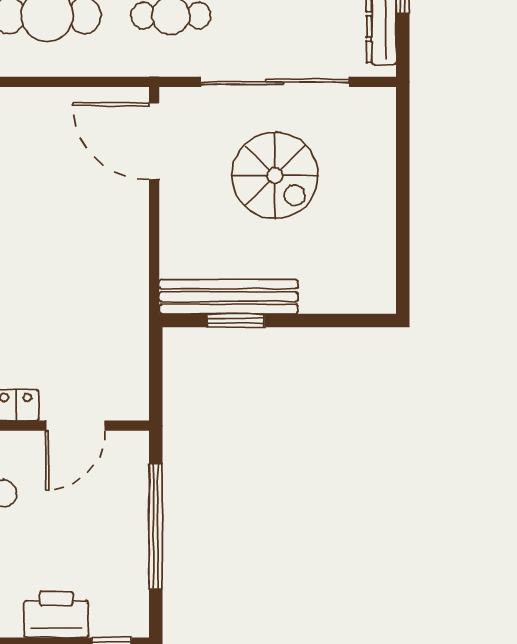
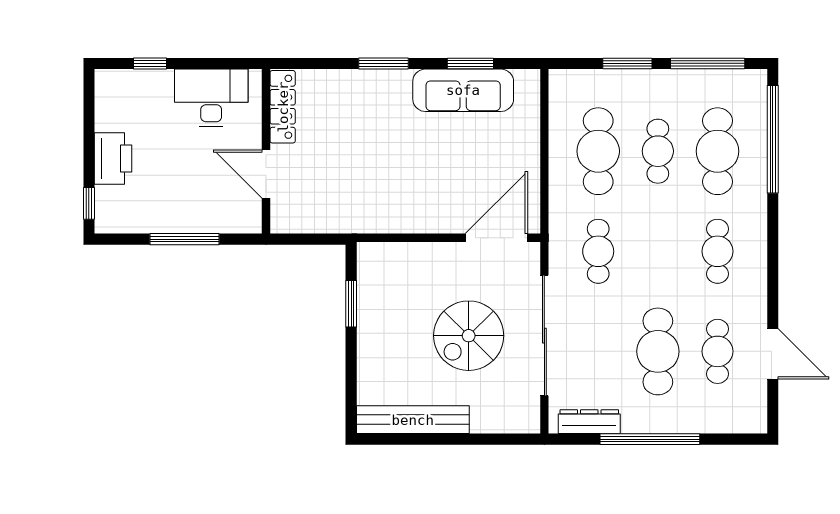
bench: (229, 297) -> (413, 420), moved, turned 90
window: (156, 526) -> (185, 239), width x0.68

